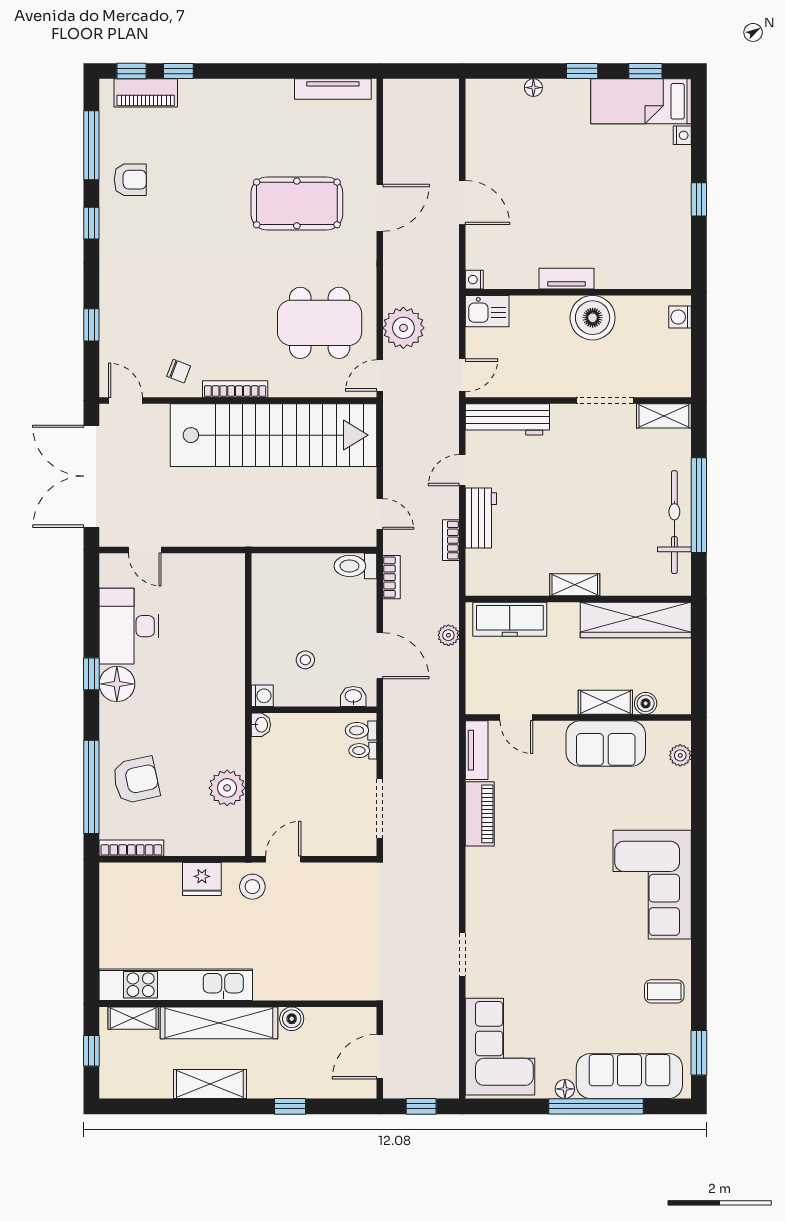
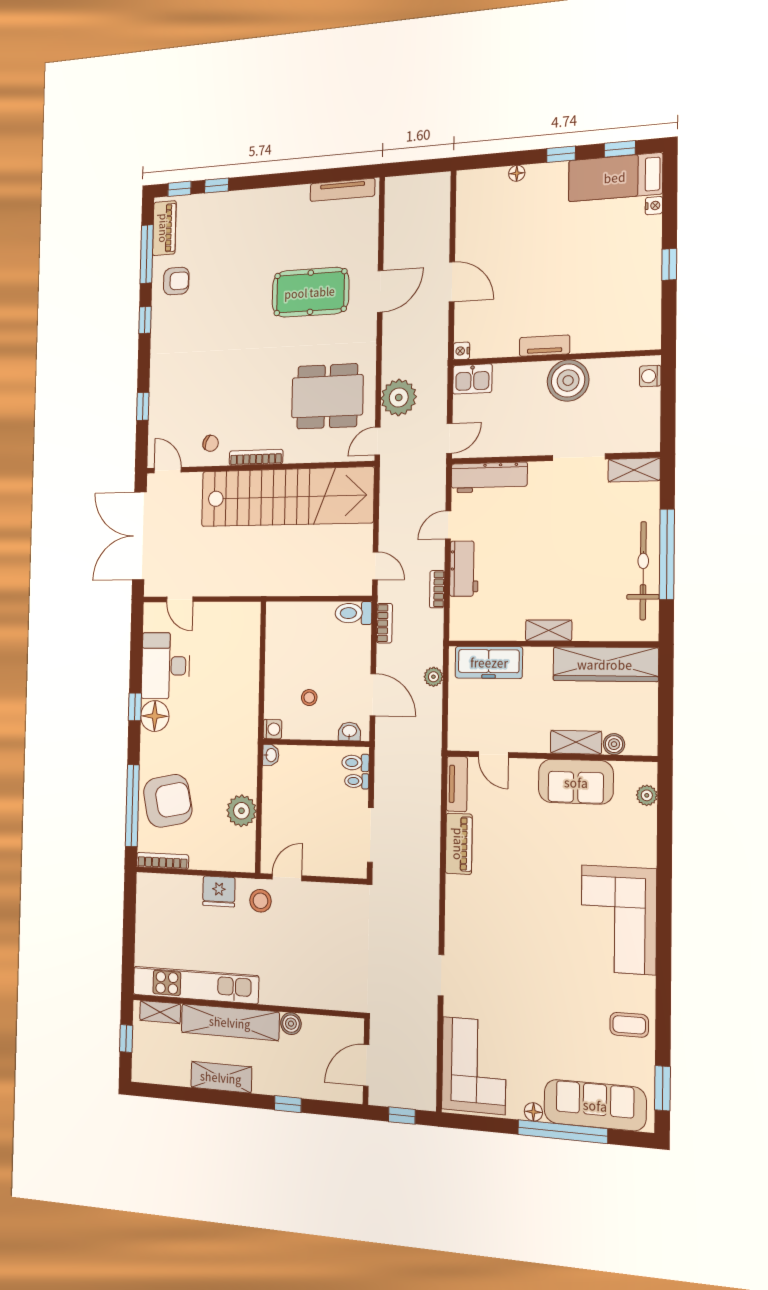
piano: (146, 93) -> (164, 228), moved, turned -90
armchair: (136, 780) -> (168, 801), width x1.36, depth x1.36

